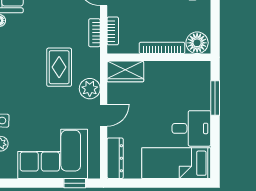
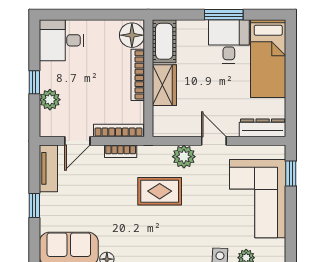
bookcase: (113, 31) -> (119, 130), width x1.56
wardrobe: (125, 71) -> (164, 85), moved
cot: (192, 71) -> (164, 41), added
window: (215, 98) -> (224, 15), moved

